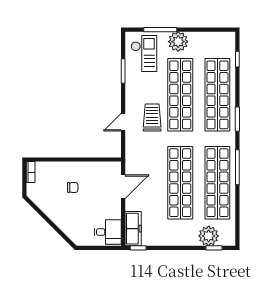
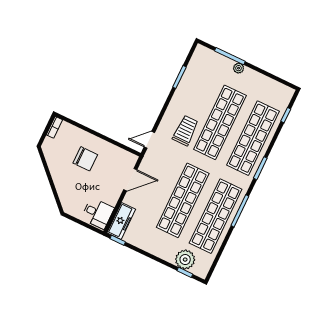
plant: (178, 42) -> (239, 68), width x0.53, depth x0.53
checkout: (144, 54) -> (205, 70), removed
door: (123, 122) -> (149, 140), moved
chair: (73, 187) -> (85, 159), width x1.87, depth x1.87

